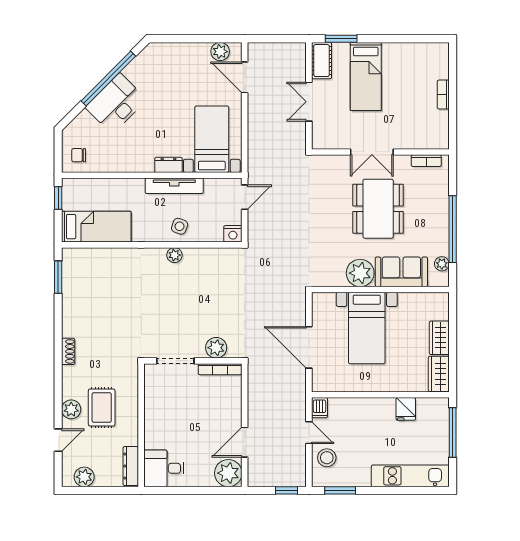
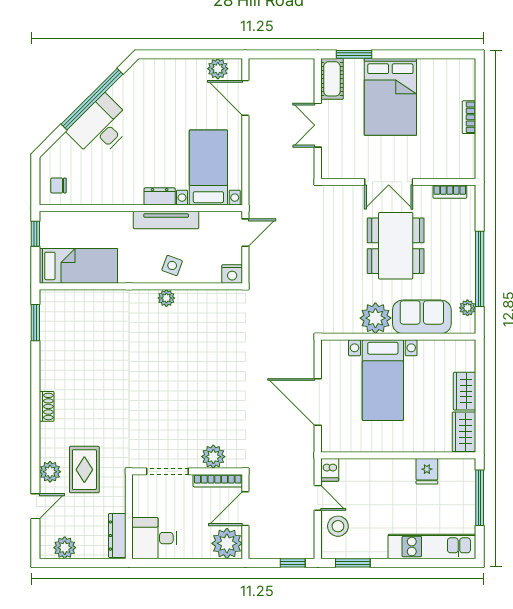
bed: (366, 76) -> (390, 97), width x1.50
plant: (216, 348) -> (213, 457), moved
doorway: (175, 361) -> (167, 471), moved
wall: (193, 361) -> (187, 471), moved
bookcase: (220, 369) -> (218, 481), moved

